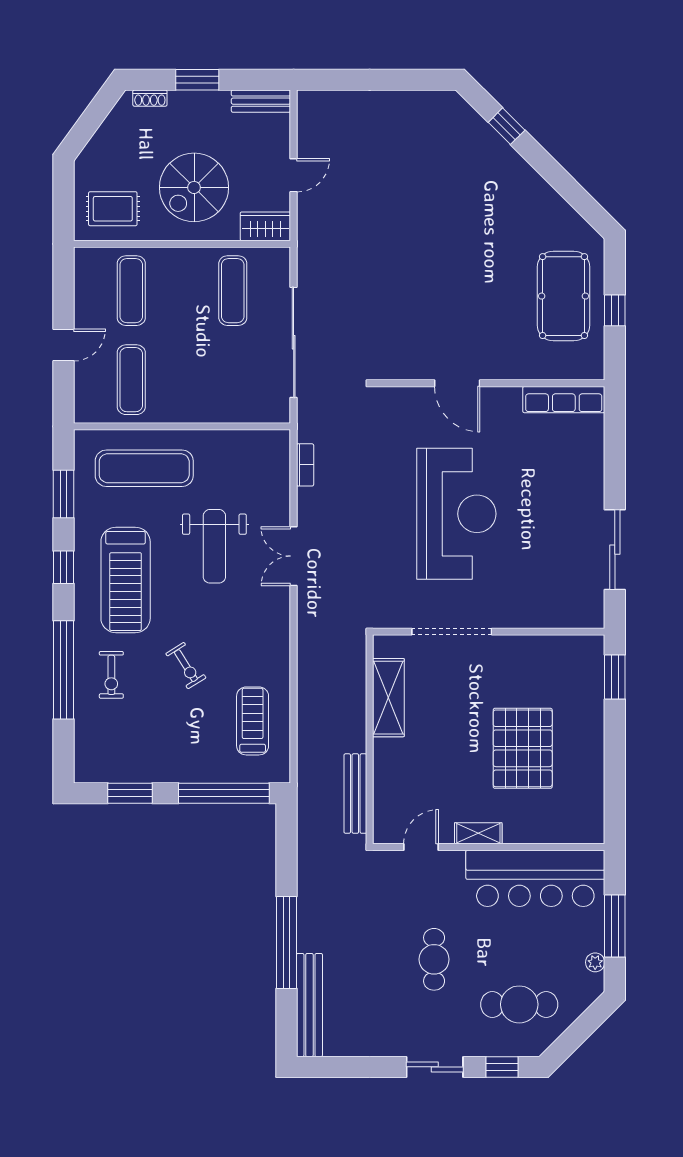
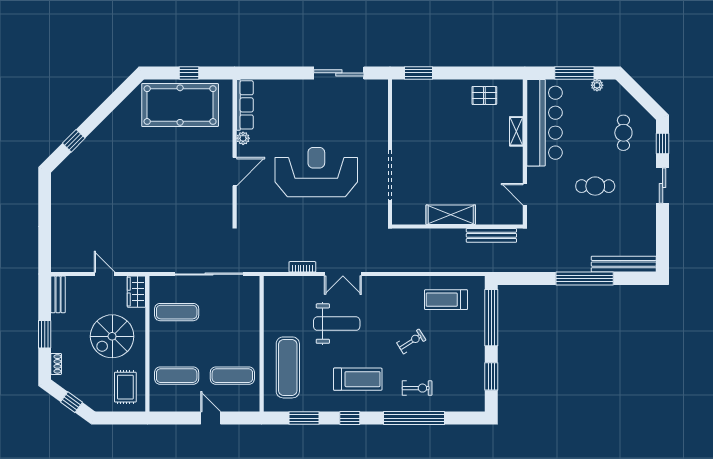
window: (89, 122) -> (71, 402), added
spiral stairs: (194, 187) -> (112, 336), turned 90
pool table: (564, 296) -> (180, 105), width x1.36, depth x1.32
plant: (510, 397) -> (243, 138), added
bookcase: (305, 465) -> (302, 267), moved
treadmill: (126, 580) -> (358, 379), width x0.73, depth x0.73
shelving: (388, 698) -> (451, 215), moved
pallet: (523, 748) -> (484, 95), moved, width x0.49, depth x0.50
shelving: (478, 833) -> (516, 131), moved
cafe table: (519, 1004) -> (623, 133), width x0.73, depth x0.74

